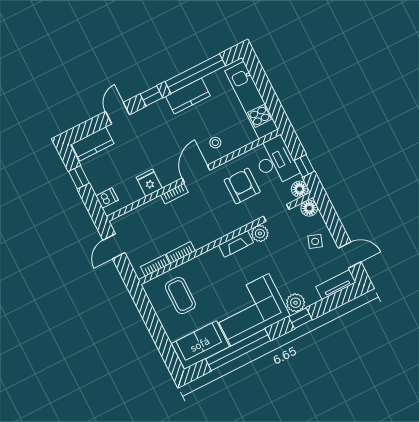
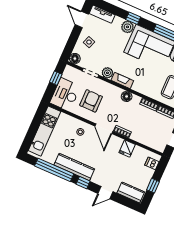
kitchen counter: (188, 96) -> (74, 167), width x1.50
door: (196, 174) -> (104, 129), hinge flipped
armchair: (242, 186) -> (91, 101), turned 180
floor lamp: (300, 189) -> (127, 96), moved

